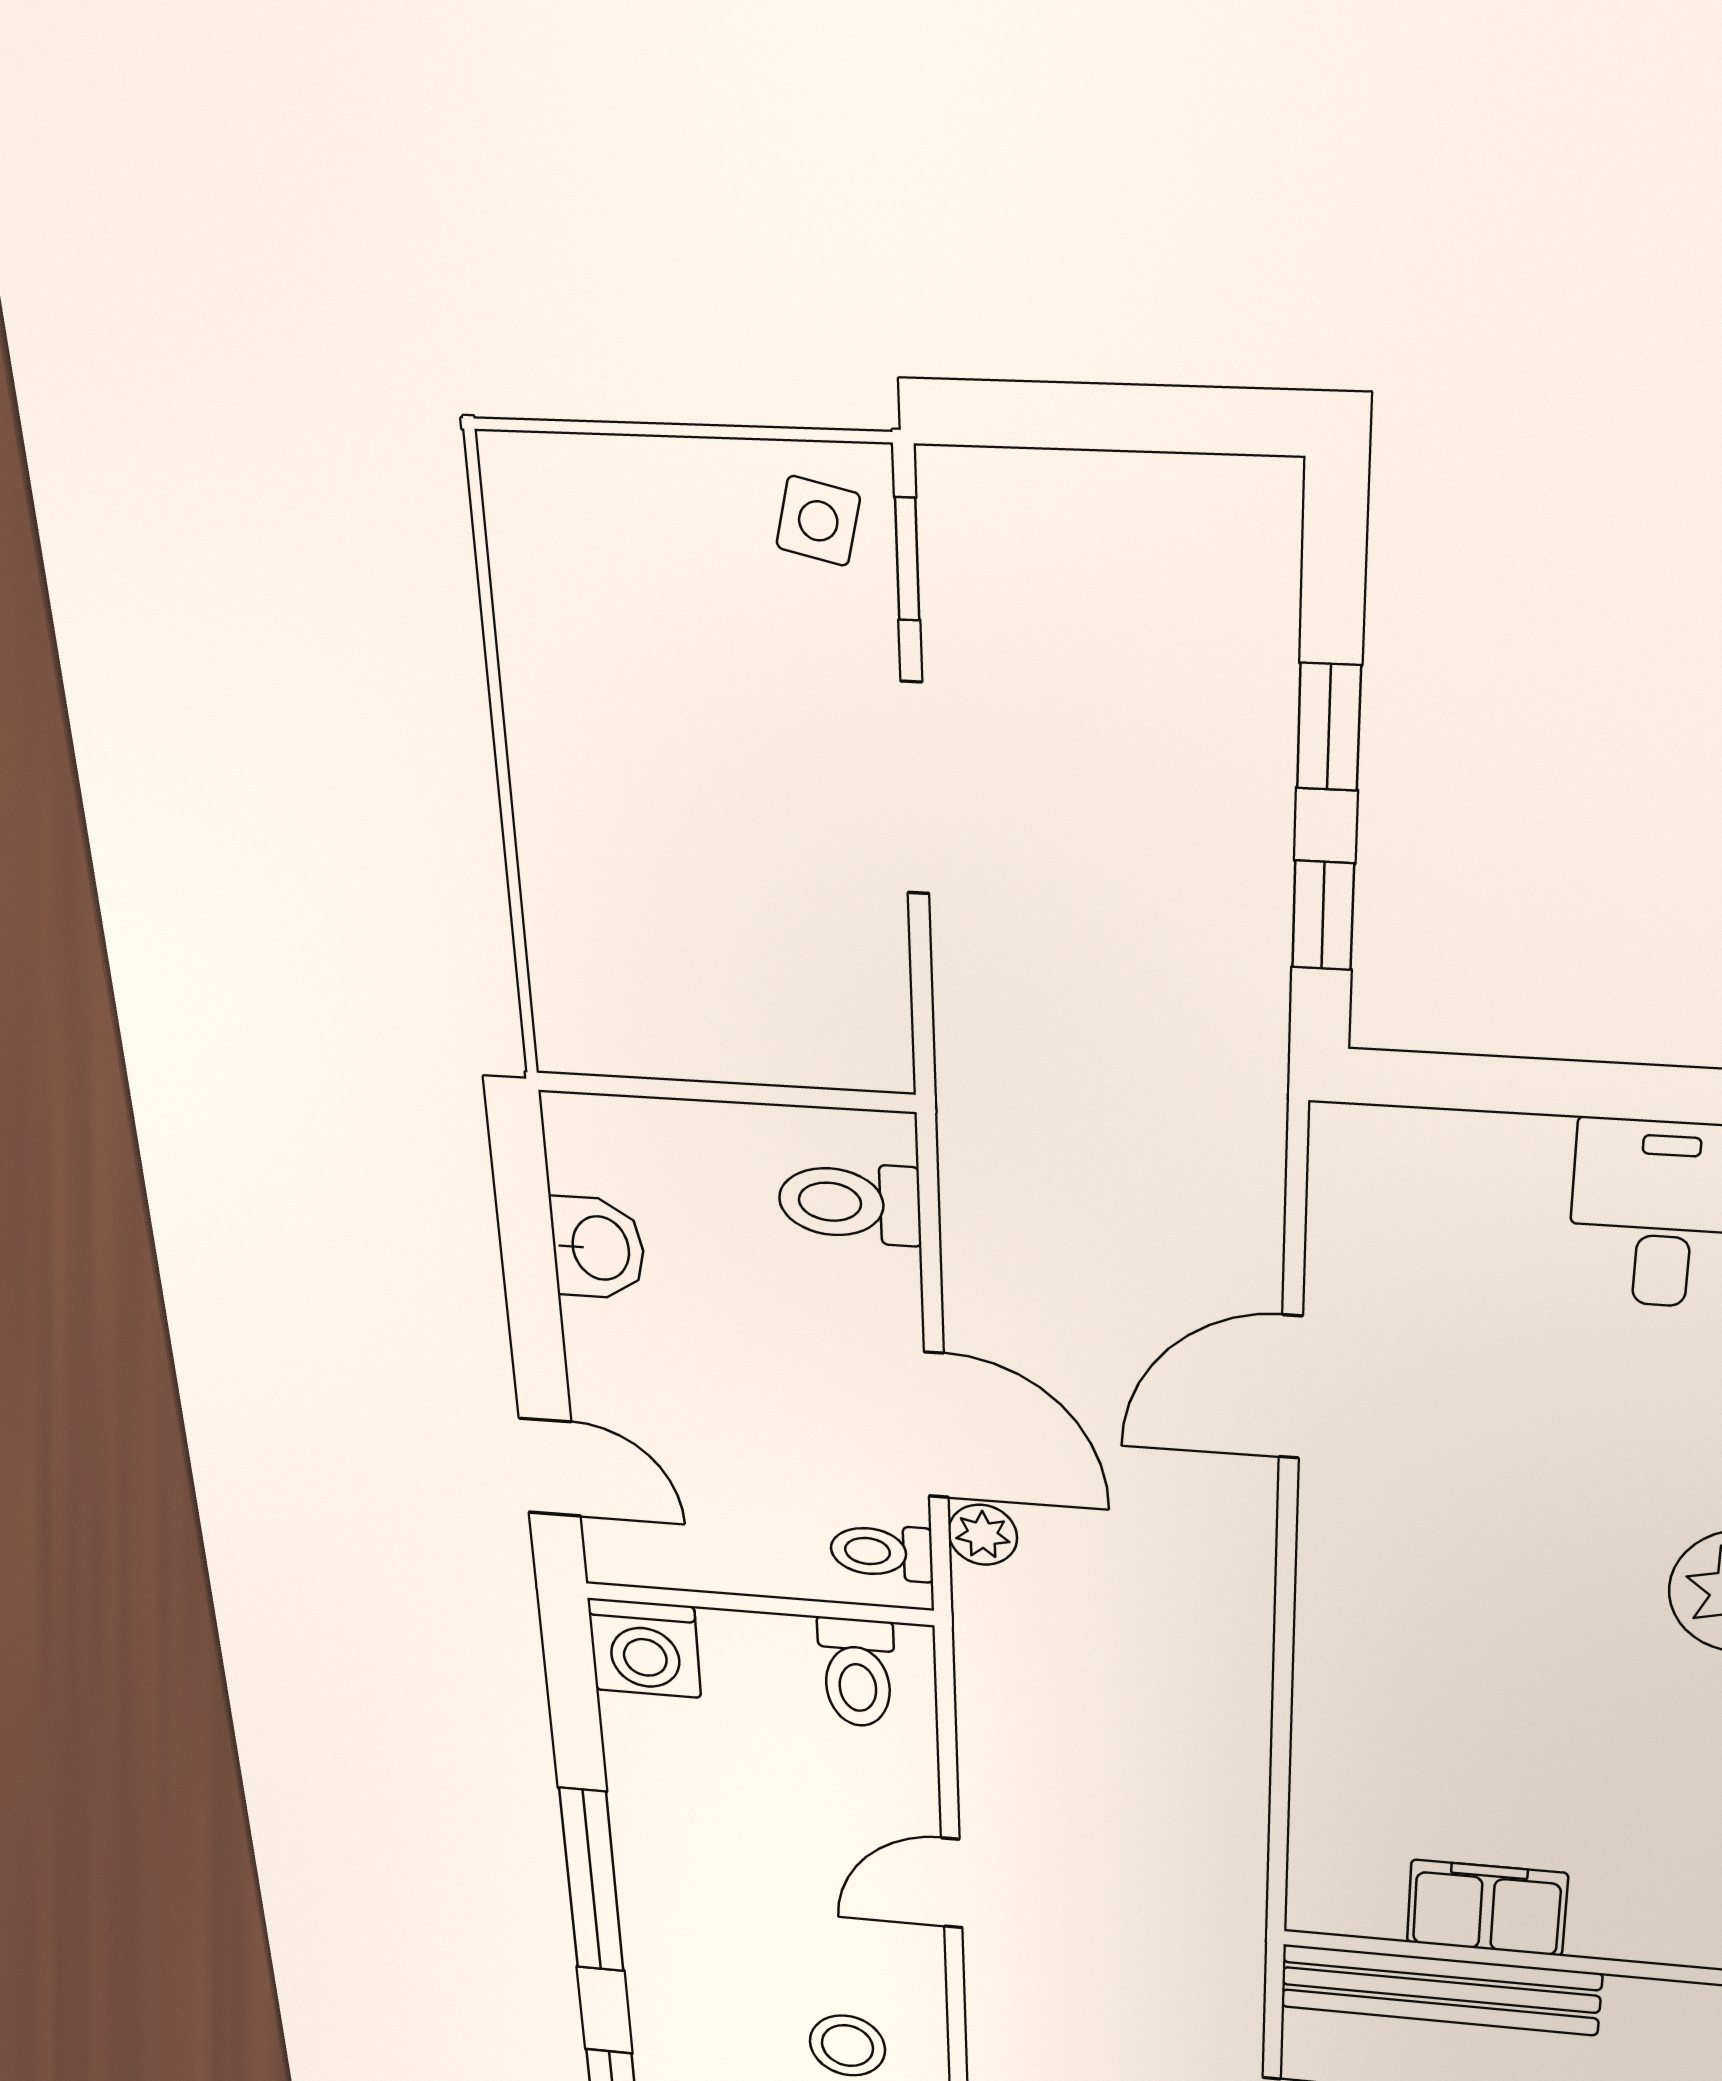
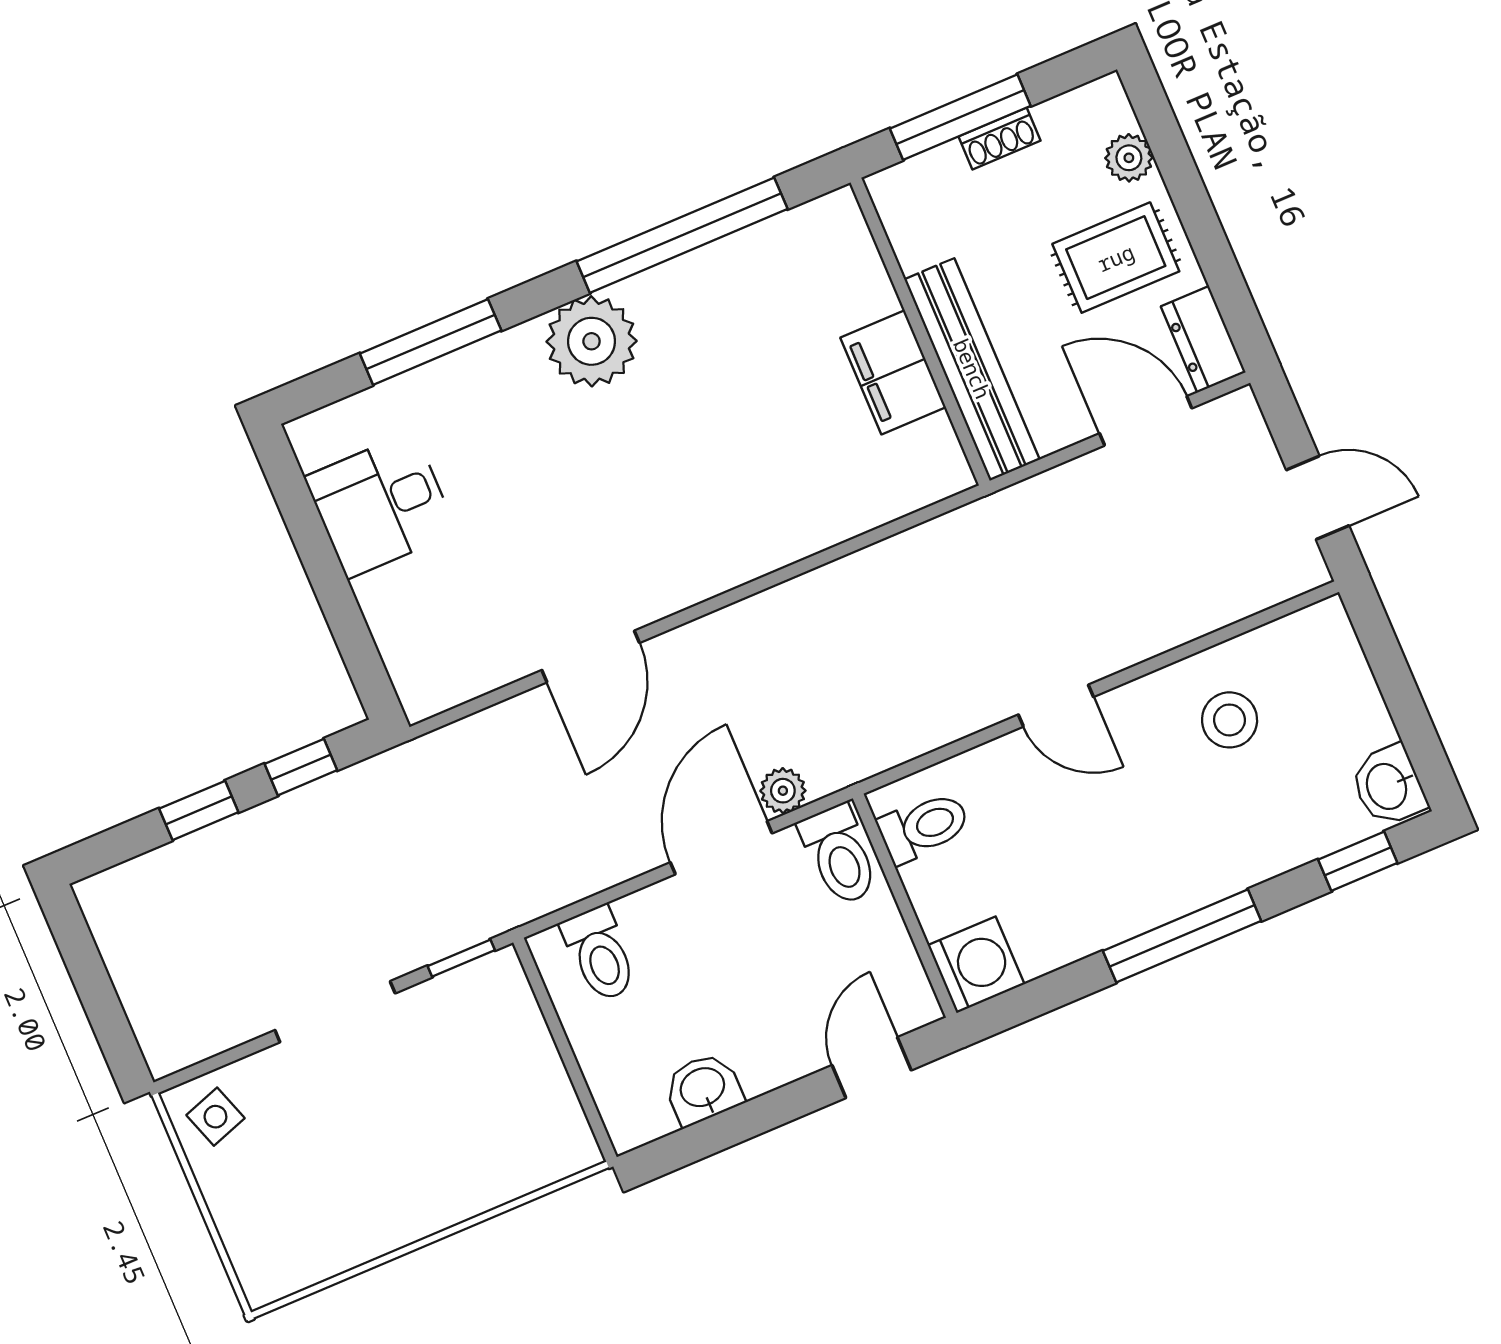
side table: (818, 521) -> (215, 1117), turned -32
window: (907, 559) -> (461, 958), moved
door: (1291, 1387) -> (591, 656), hinge flipped
toilet: (882, 1552) -> (839, 855), width x1.37, depth x1.39

